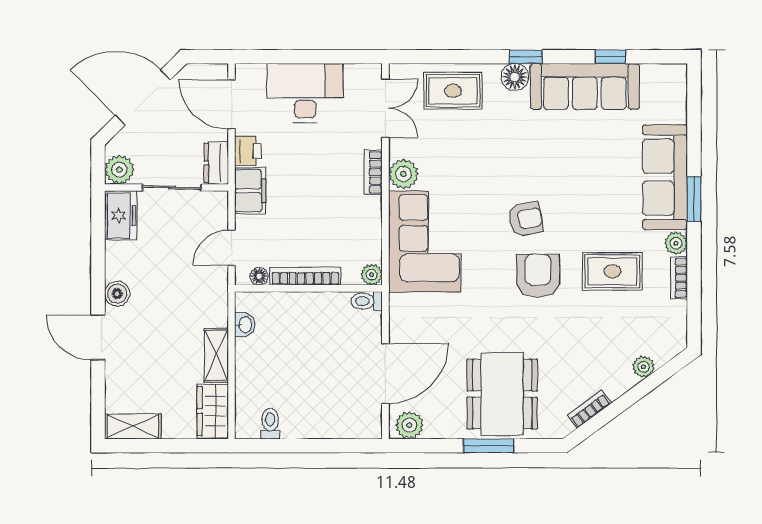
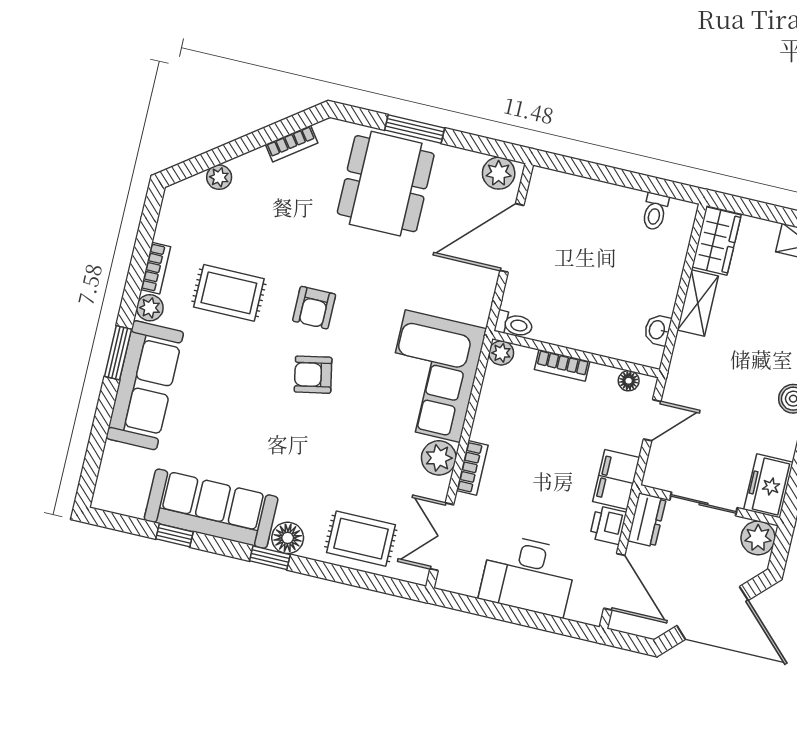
bookcase: (305, 276) -> (562, 365), width x0.64
armchair: (538, 276) -> (314, 308), width x0.72, depth x0.72

